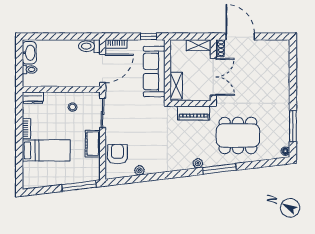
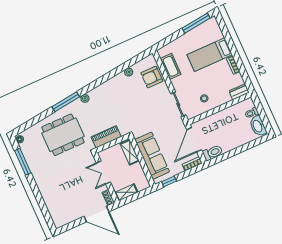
double door: (213, 77) -> (103, 173), width x0.73
cot: (93, 144) -> (171, 66), moved
armchair: (117, 154) -> (152, 77), turned 90
window: (79, 186) -> (196, 23), moved

